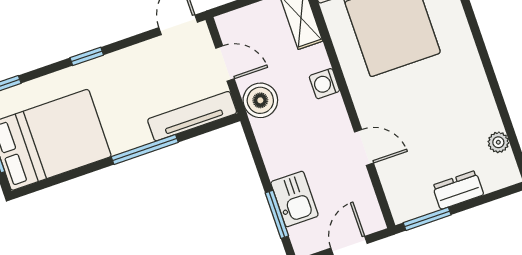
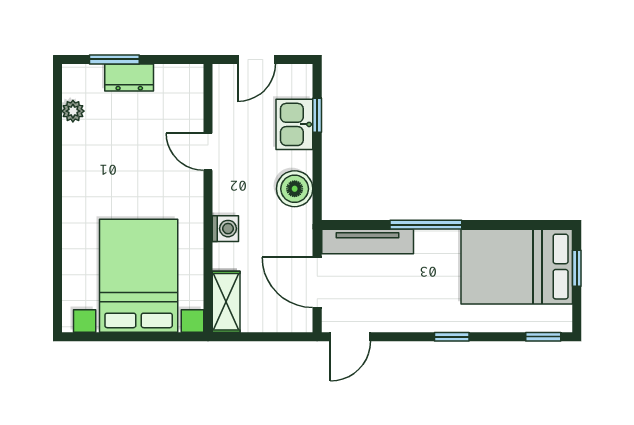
door: (225, 64) -> (317, 282), width x1.38
boiler: (260, 100) -> (295, 189), moved
window: (277, 214) -> (317, 115), width x0.67
window: (427, 219) -> (114, 59), moved

